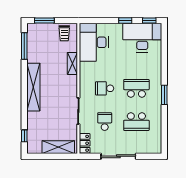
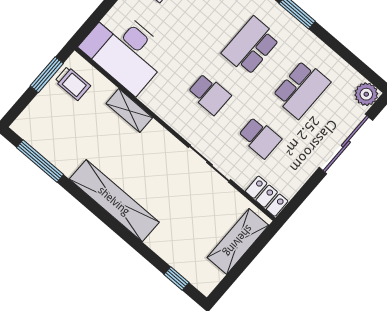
window: (44, 20) -> (47, 75), moved
school desk: (105, 88) -> (209, 94), turned -90
school desk: (105, 122) -> (260, 138), turned 180
plant: (156, 148) -> (366, 94), added
sliding door: (118, 156) -> (346, 144), moved

